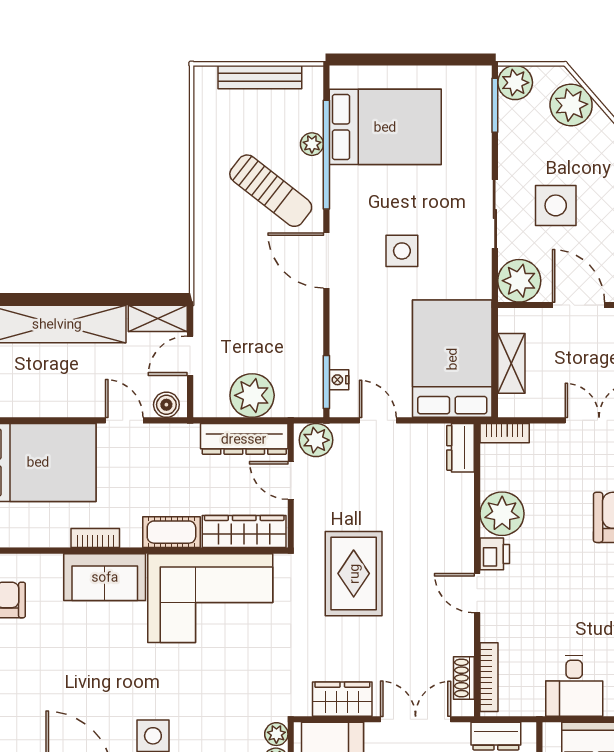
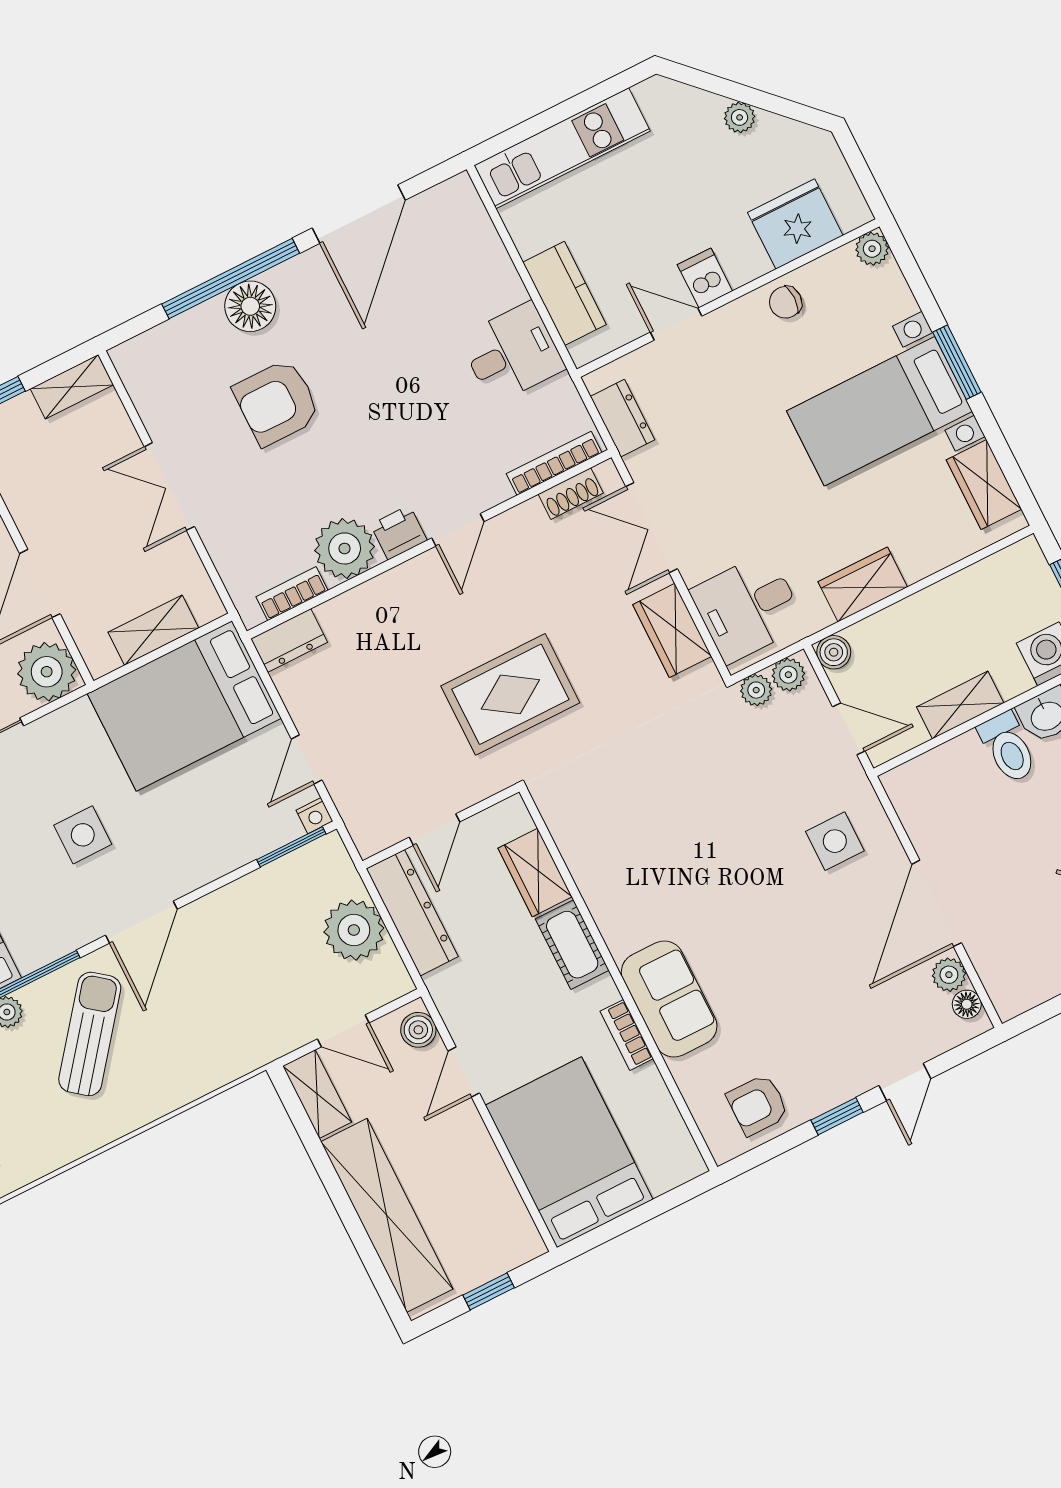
nightstand: (339, 380) -> (314, 816), moved
bookcase: (505, 433) -> (292, 594), moved, turned -90
plant: (316, 440) -> (369, 824), removed
wardrobe: (244, 532) -> (535, 872), width x0.67
corner sofa: (210, 598) -> (630, 856), removed

